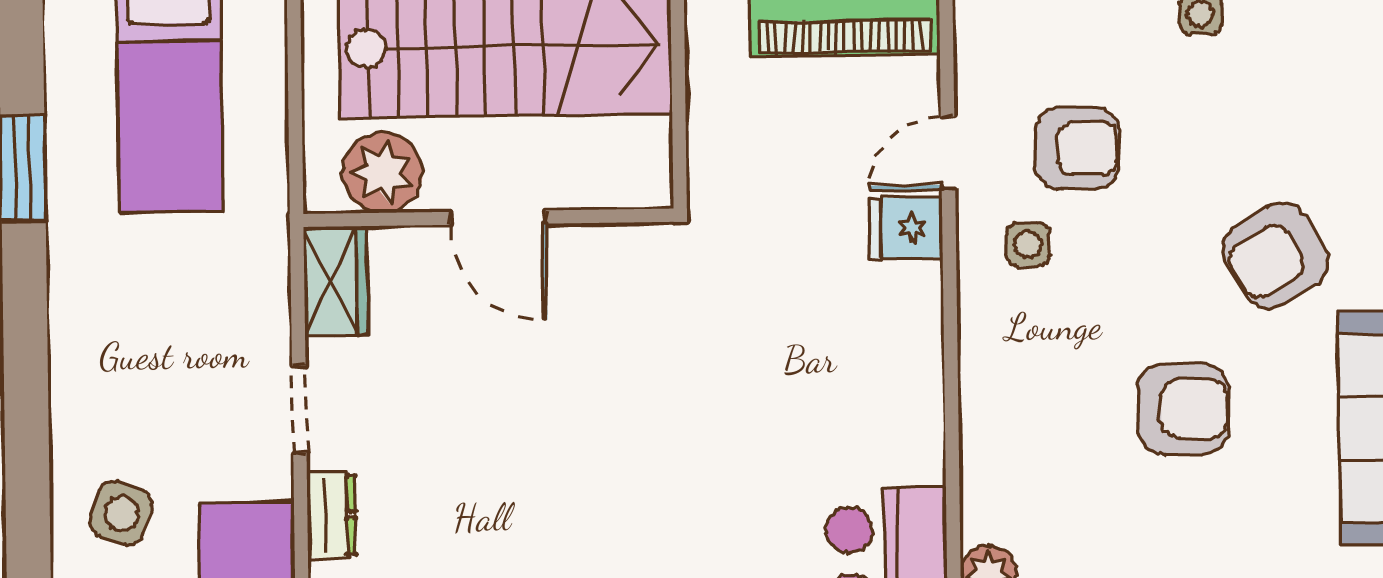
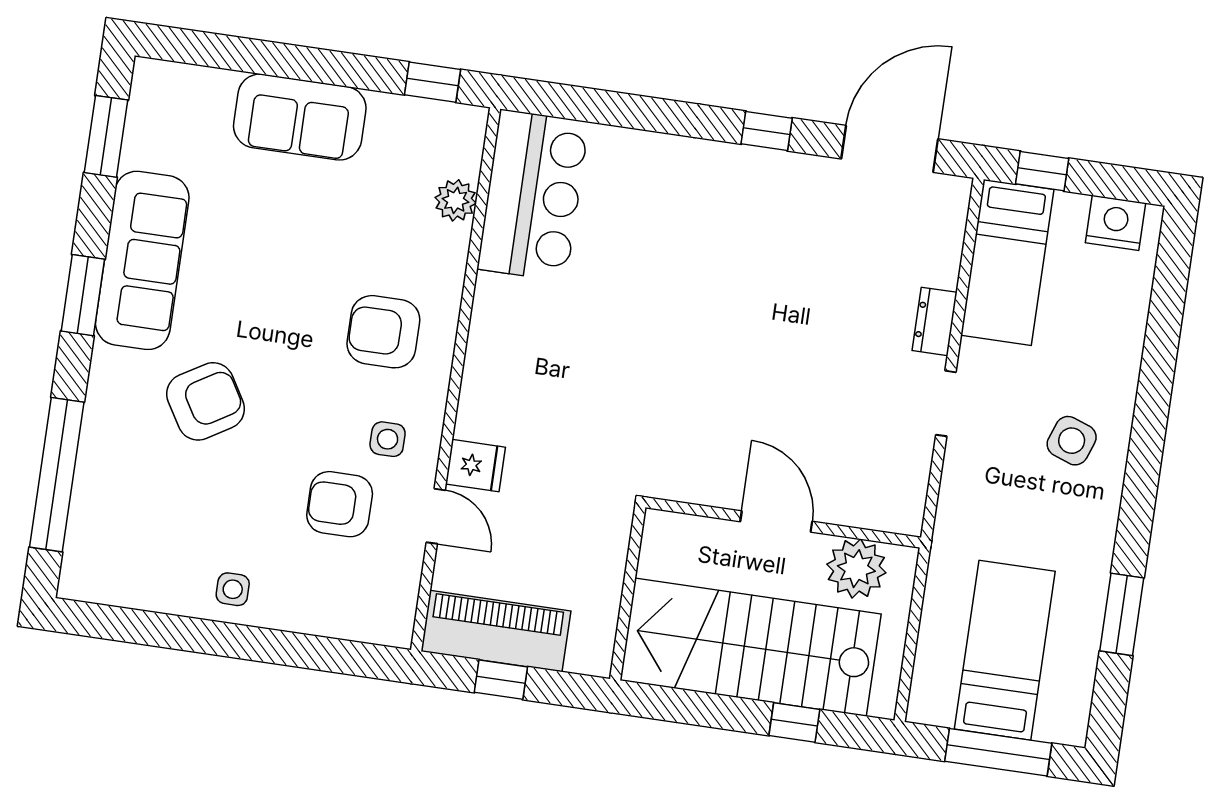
door: (948, 153) -> (436, 516), hinge flipped
wardrobe: (336, 281) -> (904, 494), removed
armchair: (1183, 409) -> (383, 332), moved
side table: (121, 513) -> (1072, 441), moved

